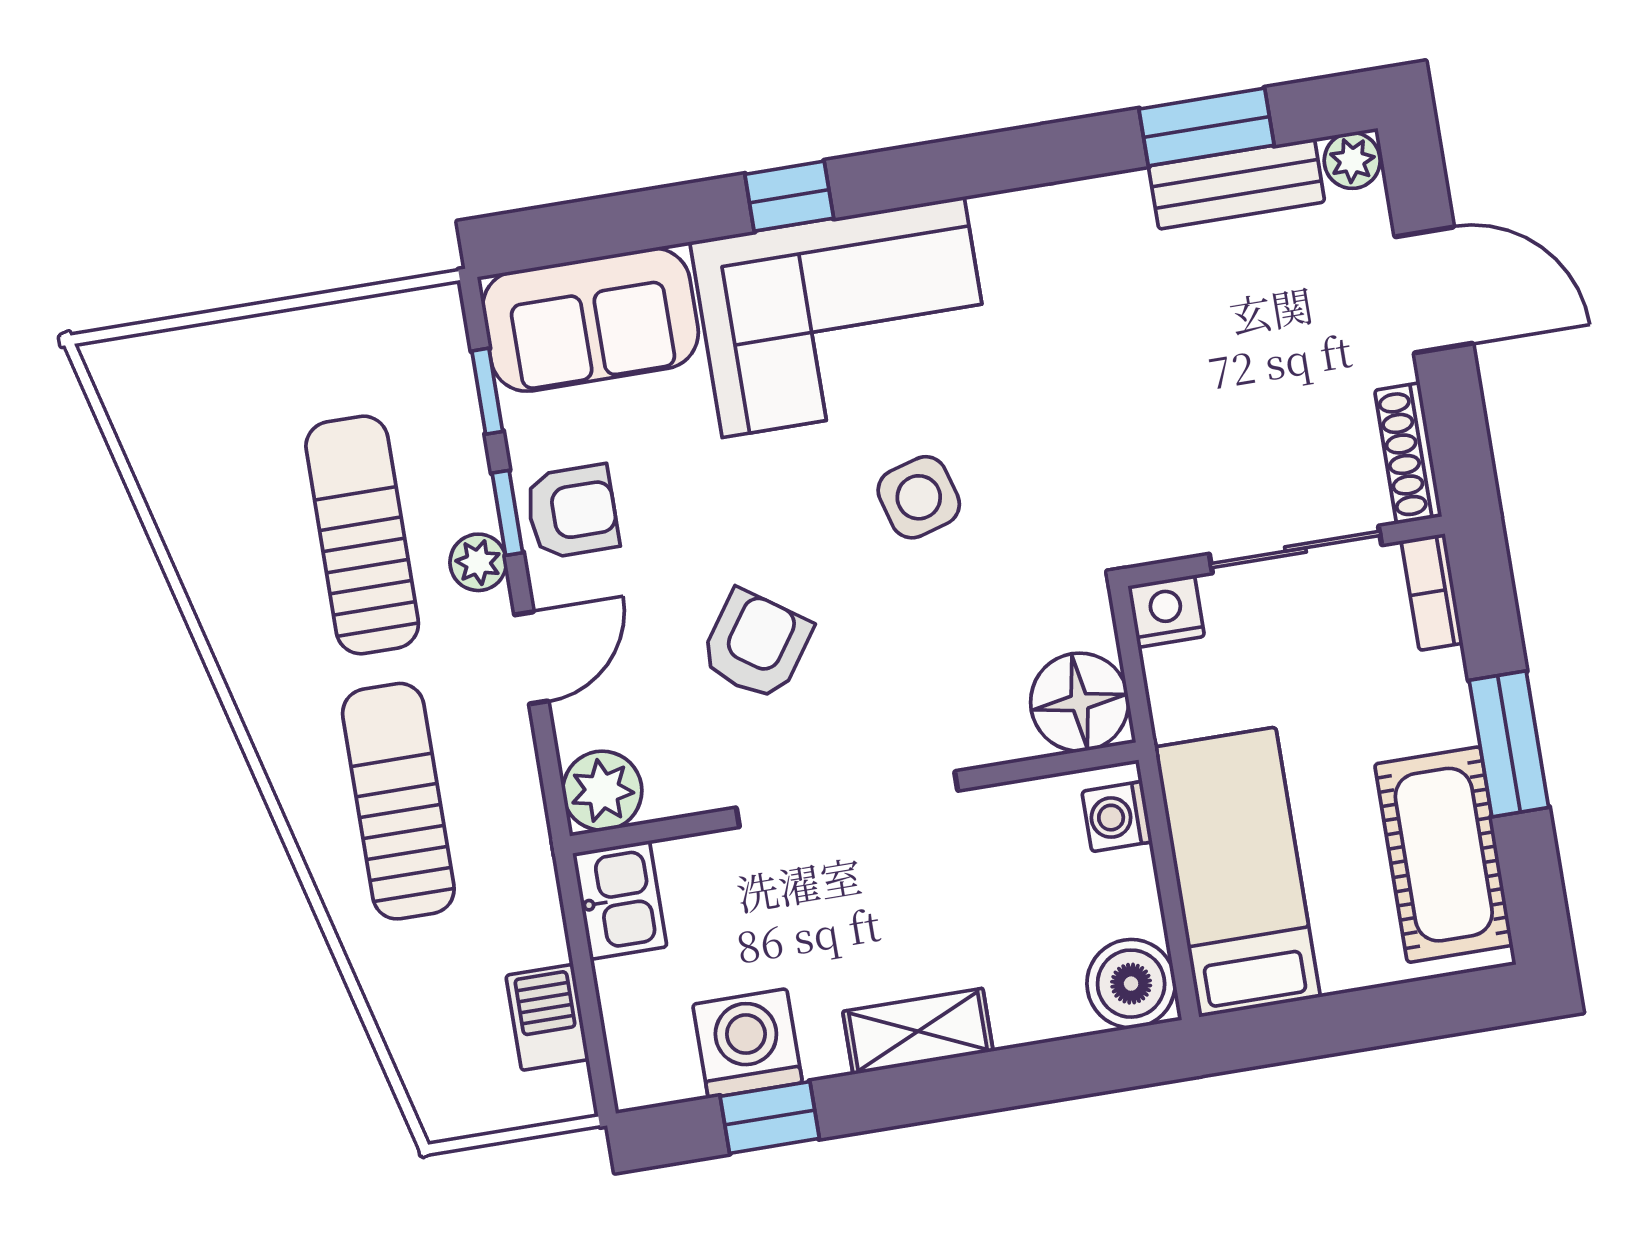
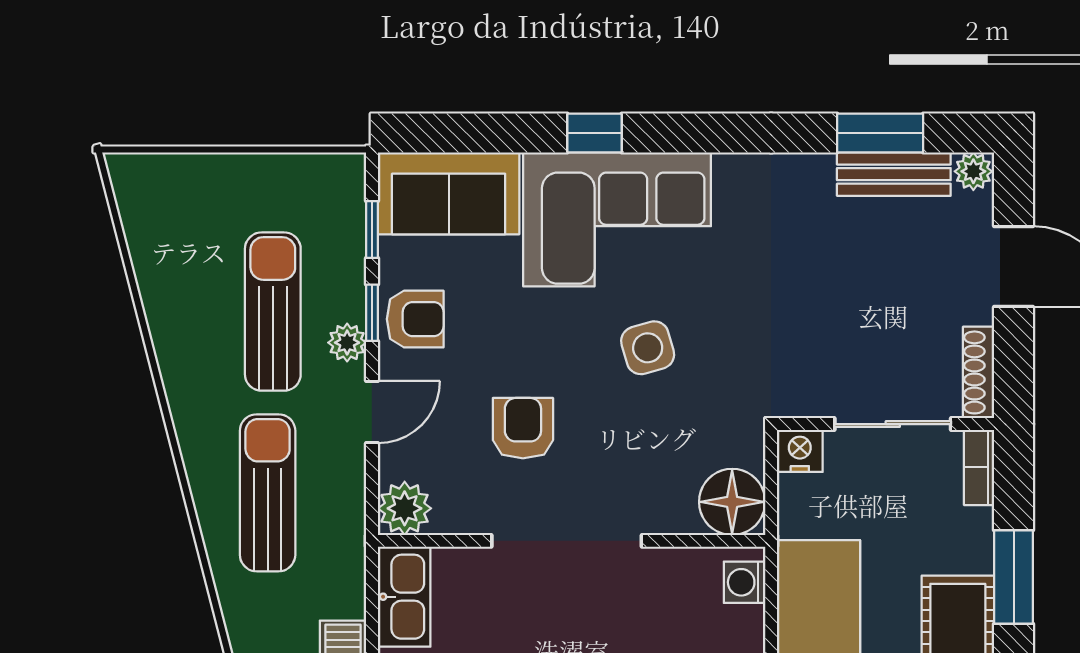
armchair: (756, 645) -> (523, 428), turned -35
kitchen sink: (620, 900) -> (404, 597), width x1.38

